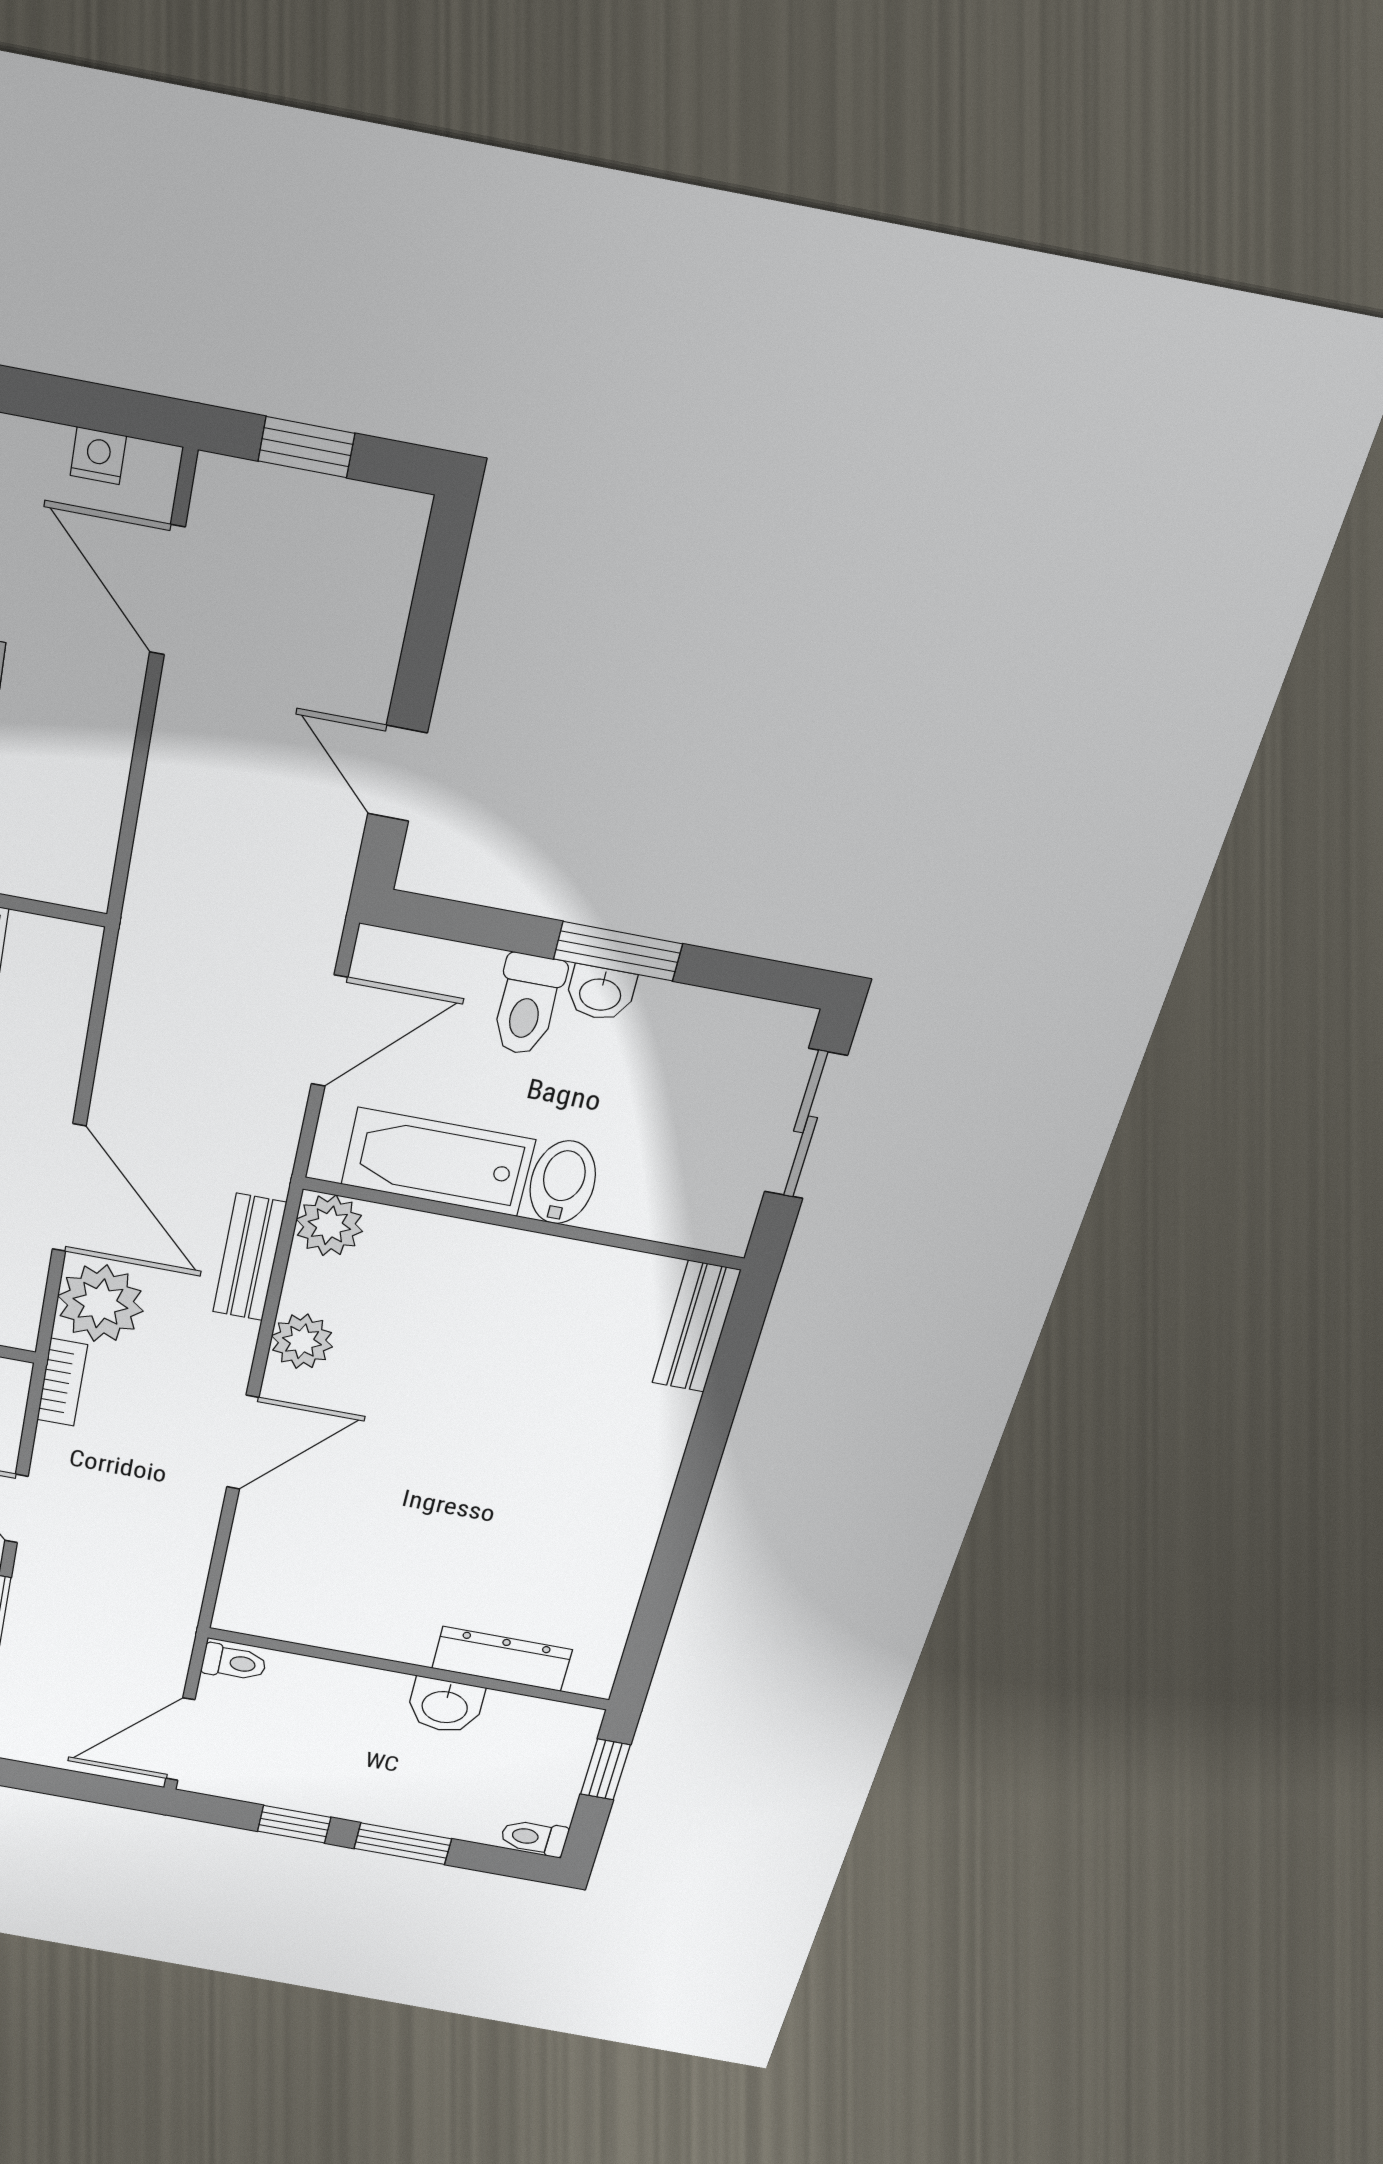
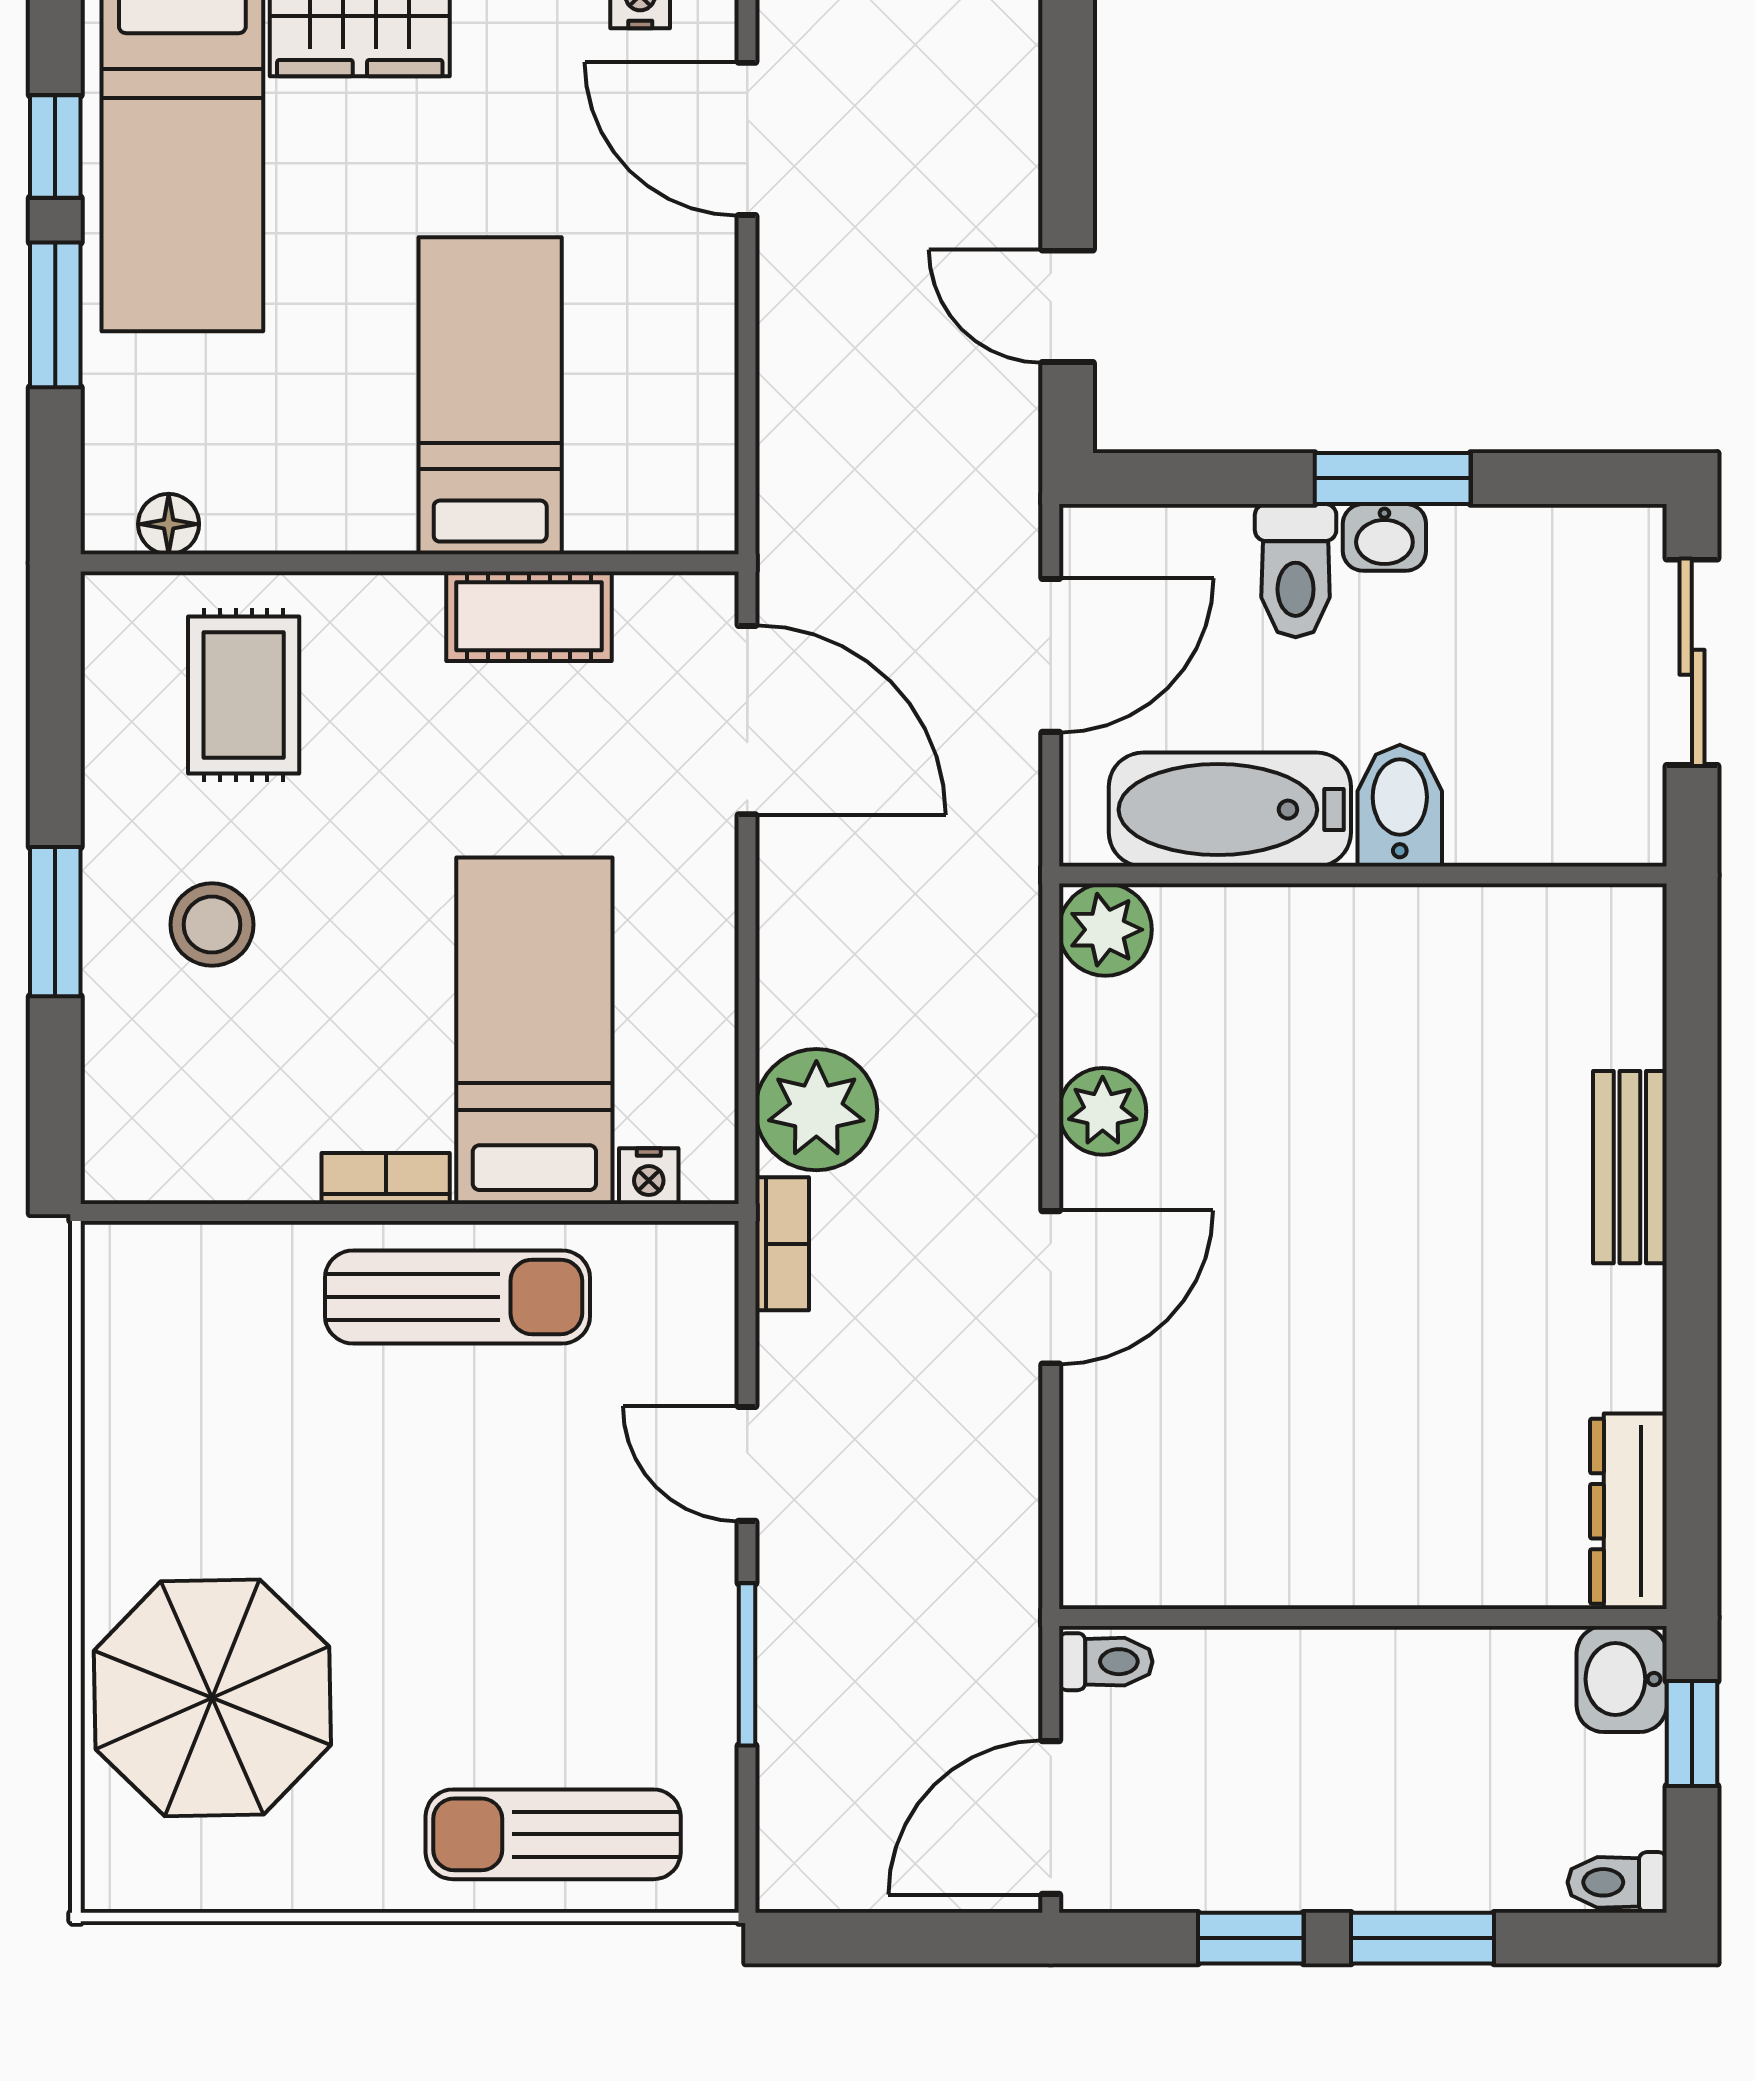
door: (69, 1188) -> (747, 720), moved
bench: (249, 1257) -> (1007, 999), removed
bench: (696, 1327) -> (1630, 1167), moved
dresser: (502, 1659) -> (1628, 1511), moved, turned -90
washbasin: (445, 1706) -> (1622, 1679), moved, turned 90

